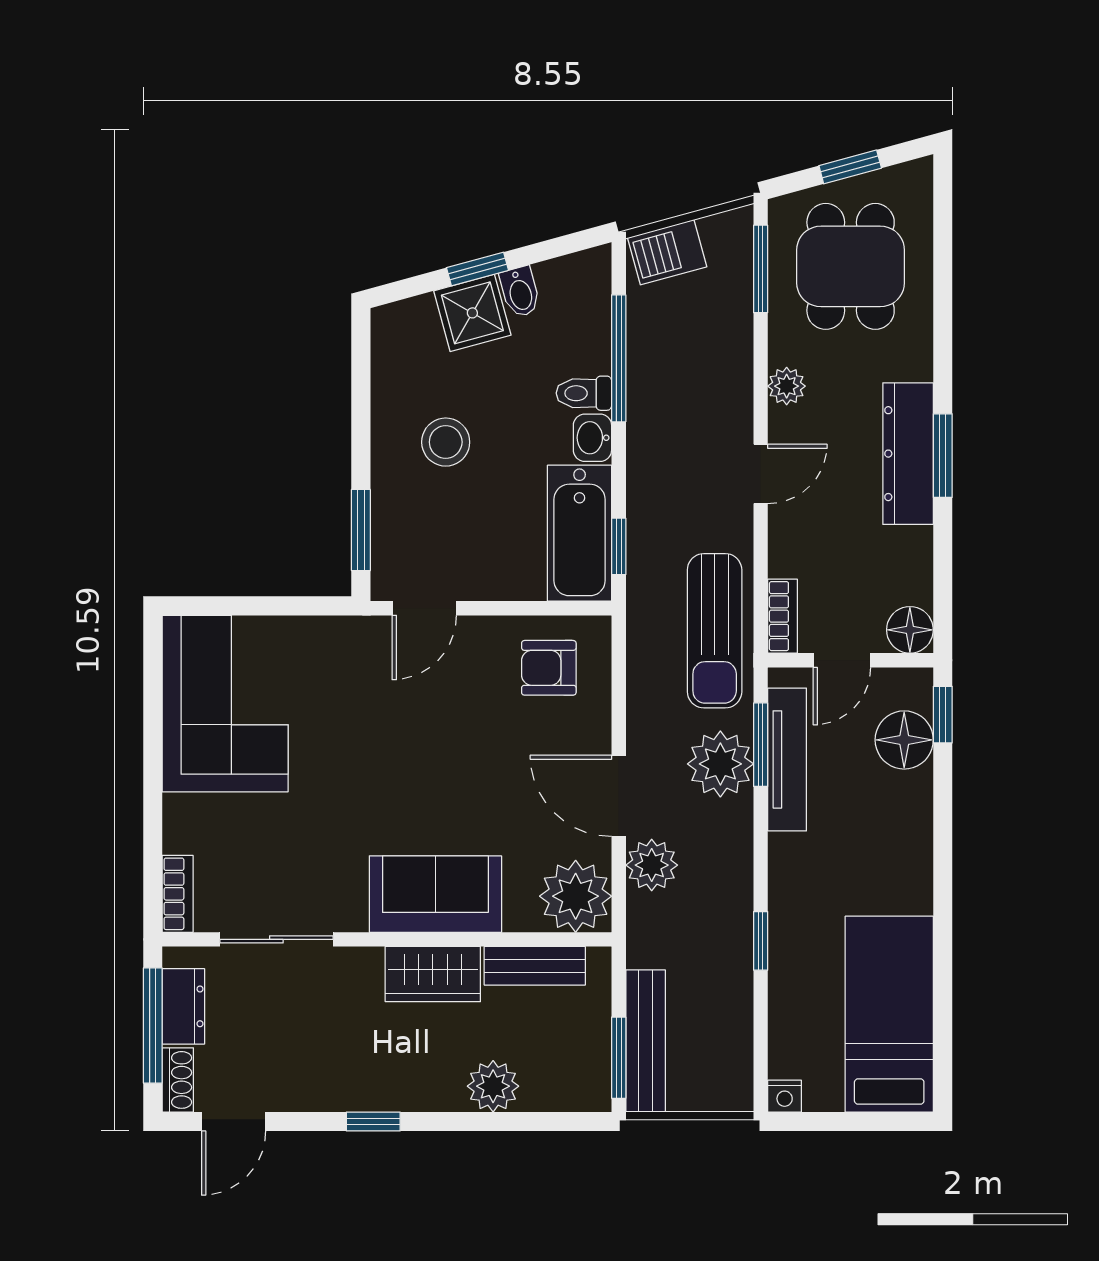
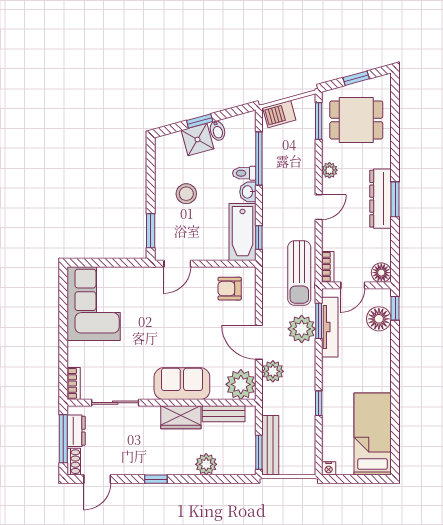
dining table: (851, 266) -> (356, 120), turned 90

